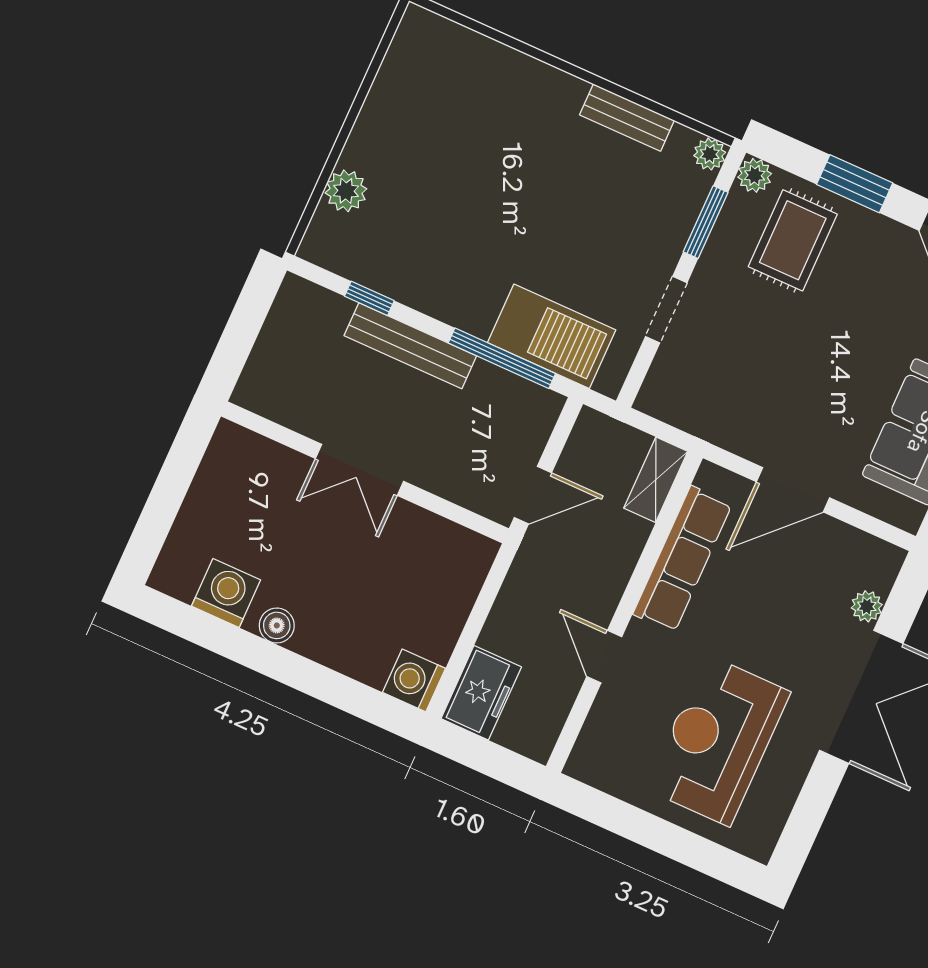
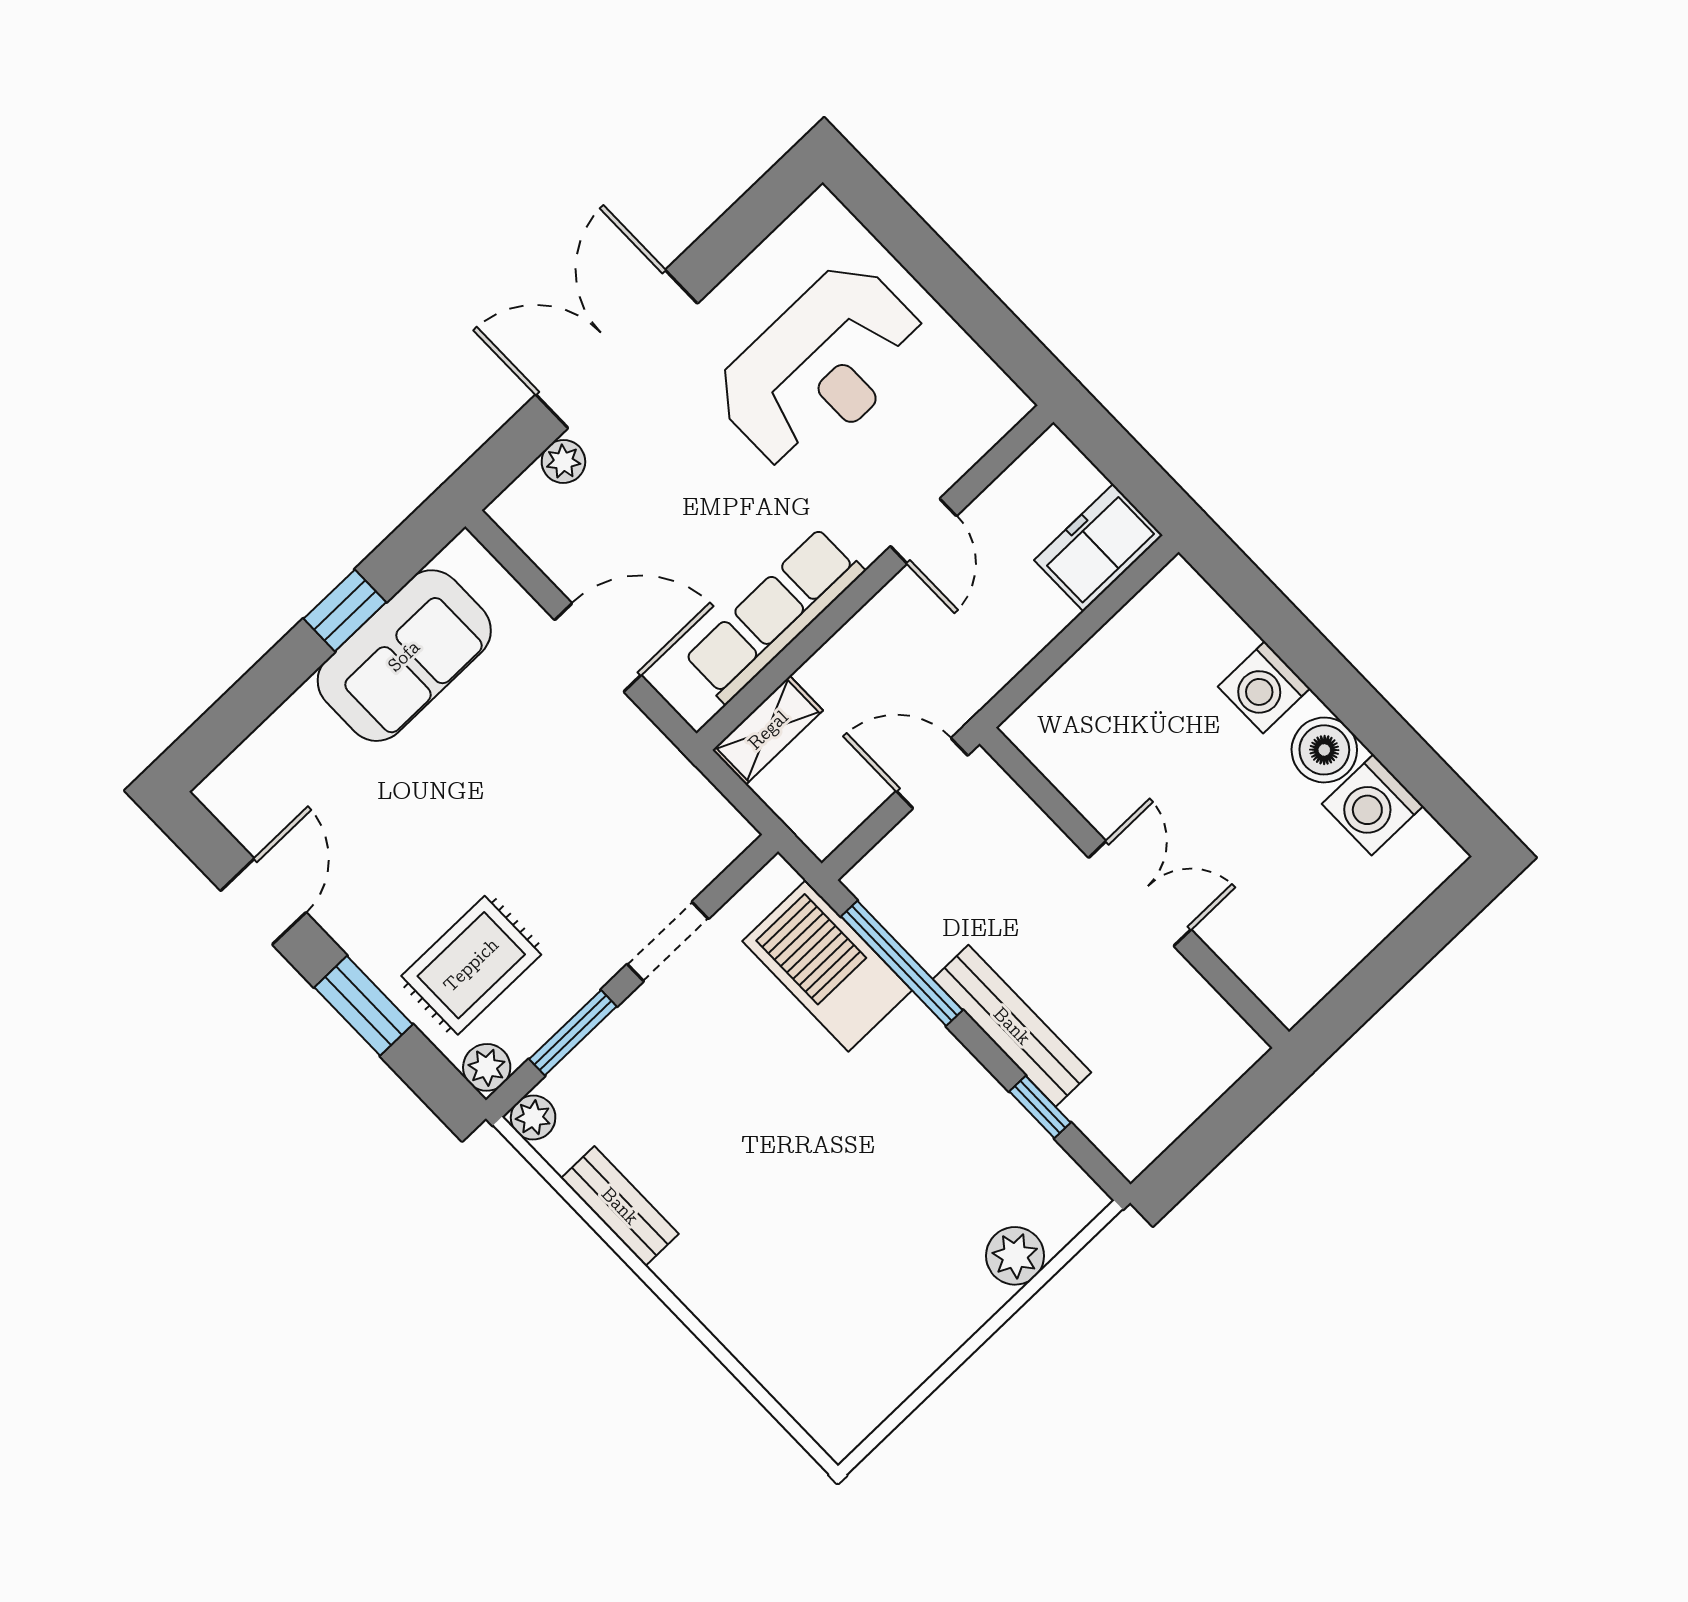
boiler: (277, 625) -> (1324, 750), width x1.36, depth x1.36
washing machine: (414, 680) -> (1264, 687), moved, turned 90

